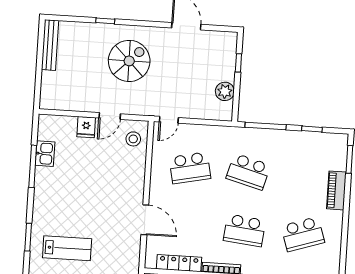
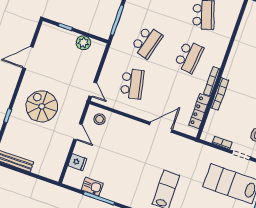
fridge: (86, 127) -> (77, 162), moved

